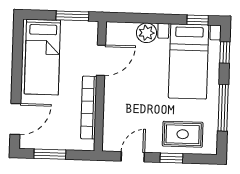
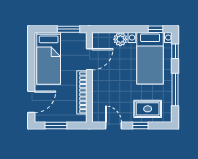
door: (133, 157) -> (113, 126), hinge flipped

